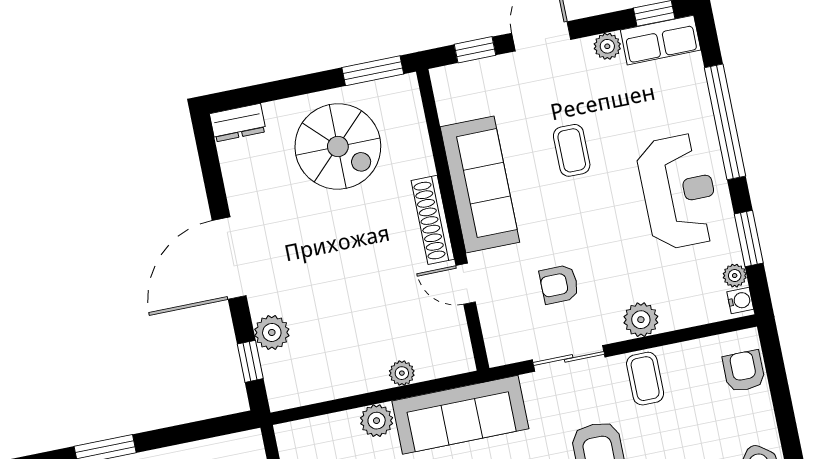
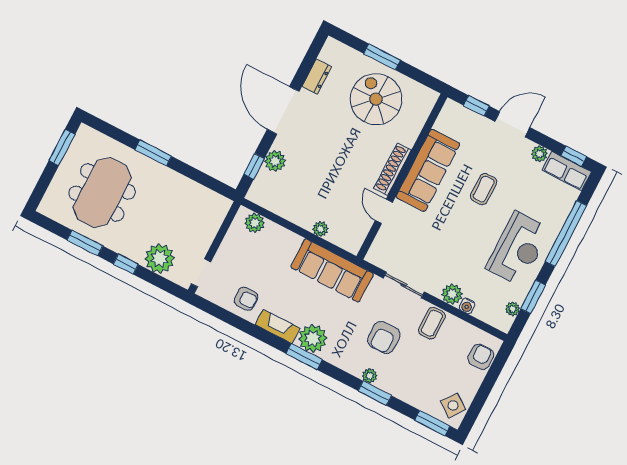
window: (373, 71) -> (382, 57), moved
dresser: (238, 123) -> (317, 77), moved, turned -90
spiral stairs: (338, 146) -> (376, 99), turned 180
door: (229, 258) -> (283, 110), hinge flipped
armchair: (559, 284) -> (427, 247), removed
water cooler: (740, 301) -> (467, 306), moved, turned 90
plant: (377, 421) -> (255, 223), moved

